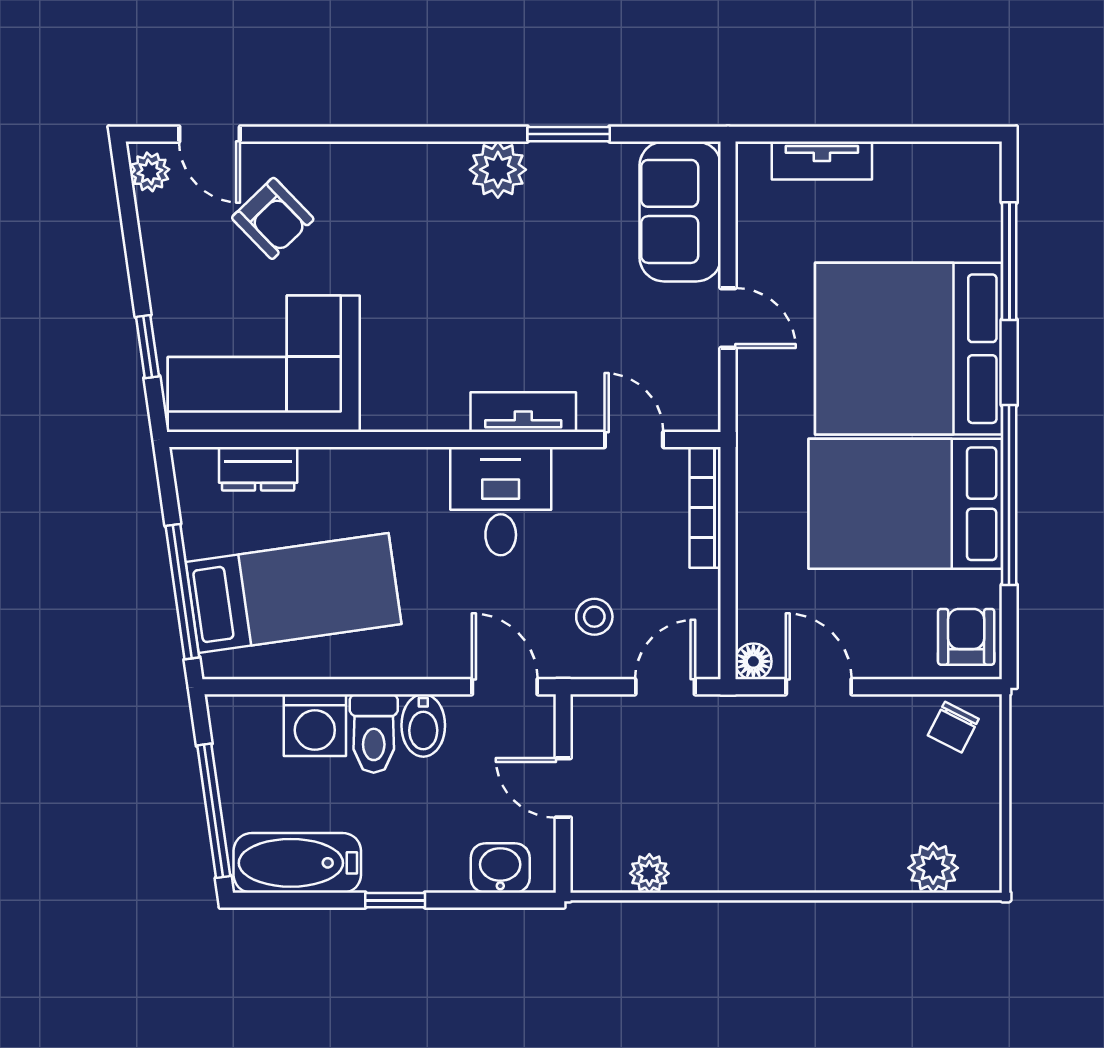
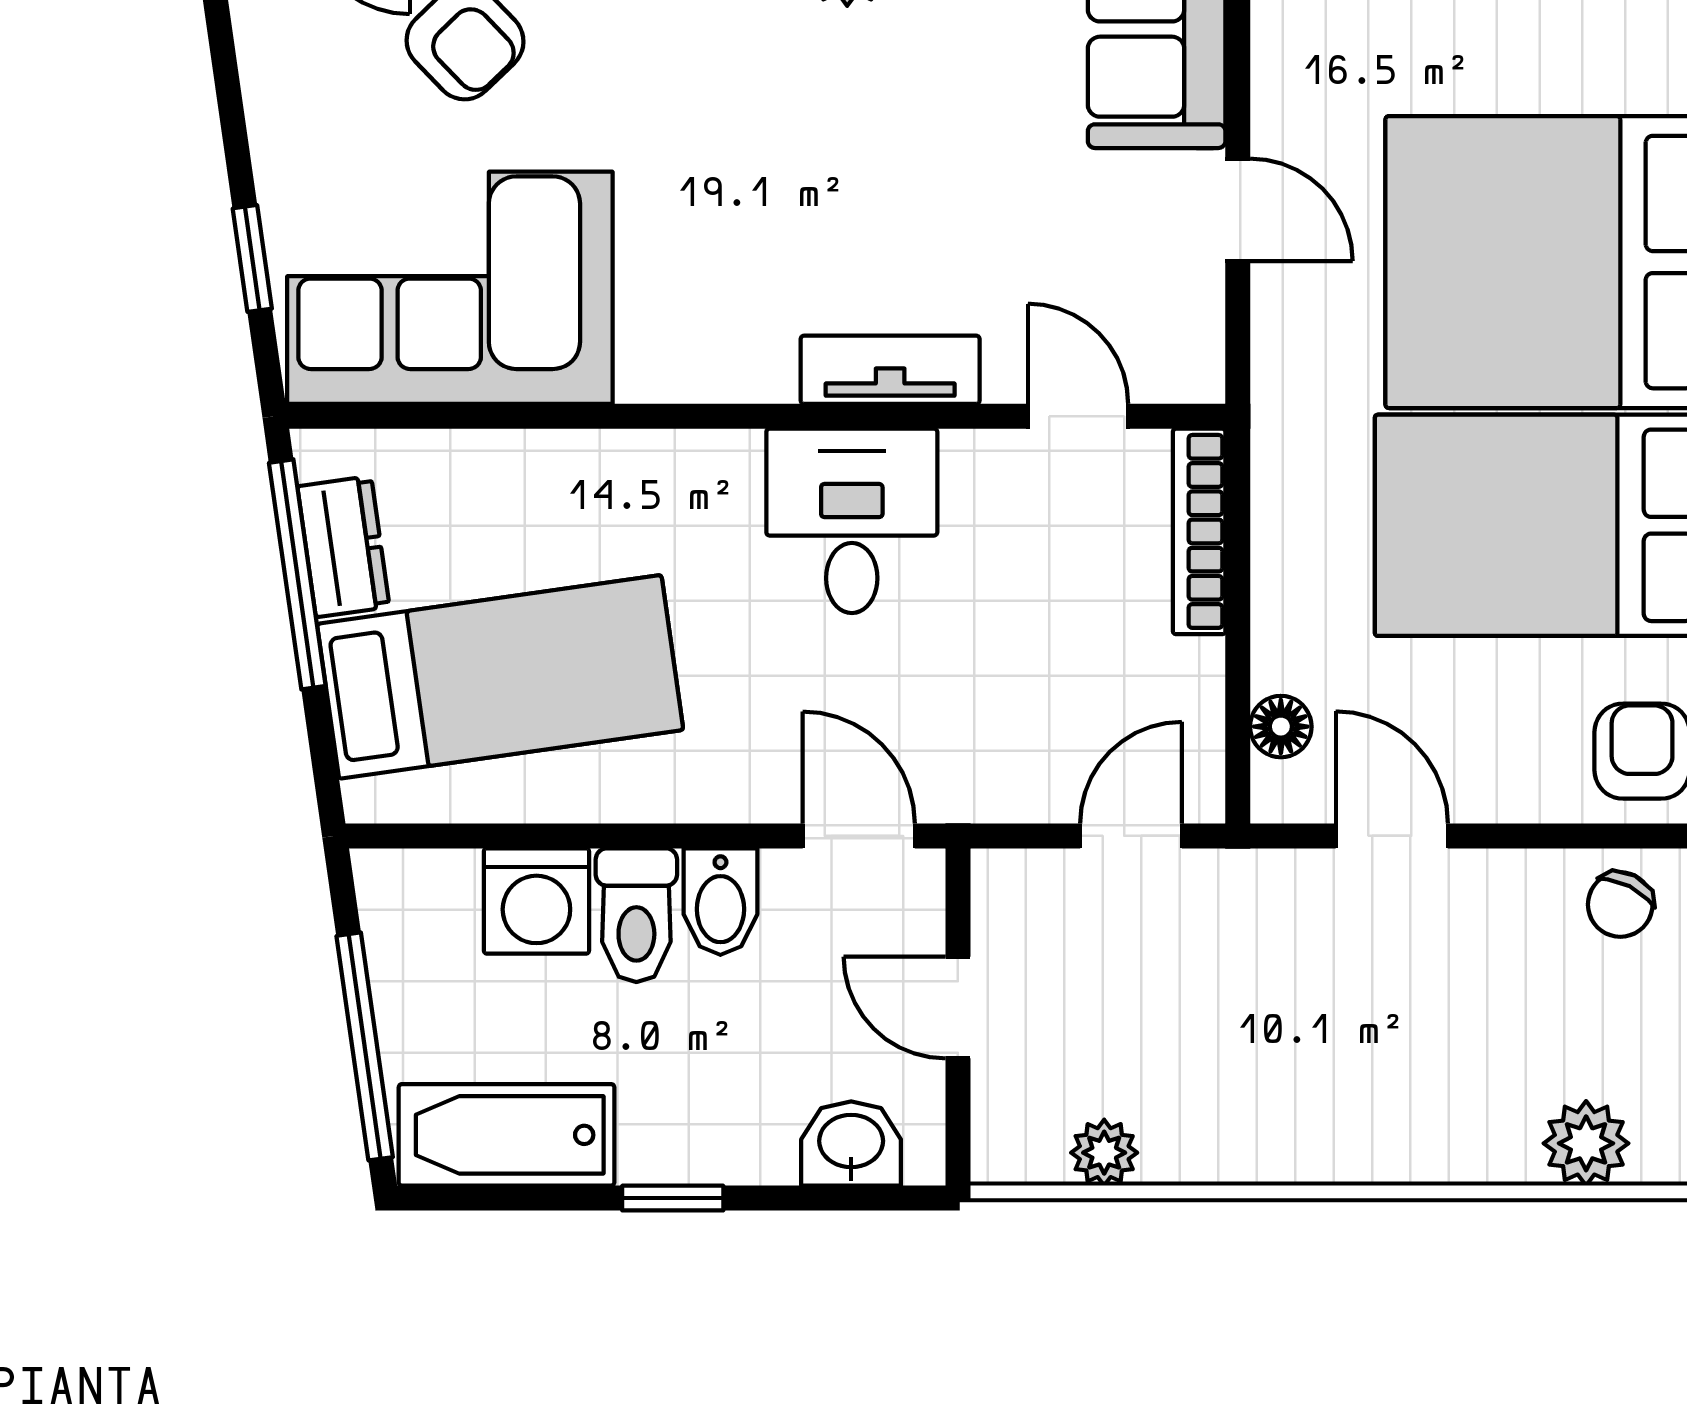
dresser: (258, 469) -> (343, 547), moved, turned -98
window: (182, 592) -> (297, 574), moved
stool: (594, 617) -> (1011, 717), removed
floor lamp: (753, 661) -> (1281, 727), moved

